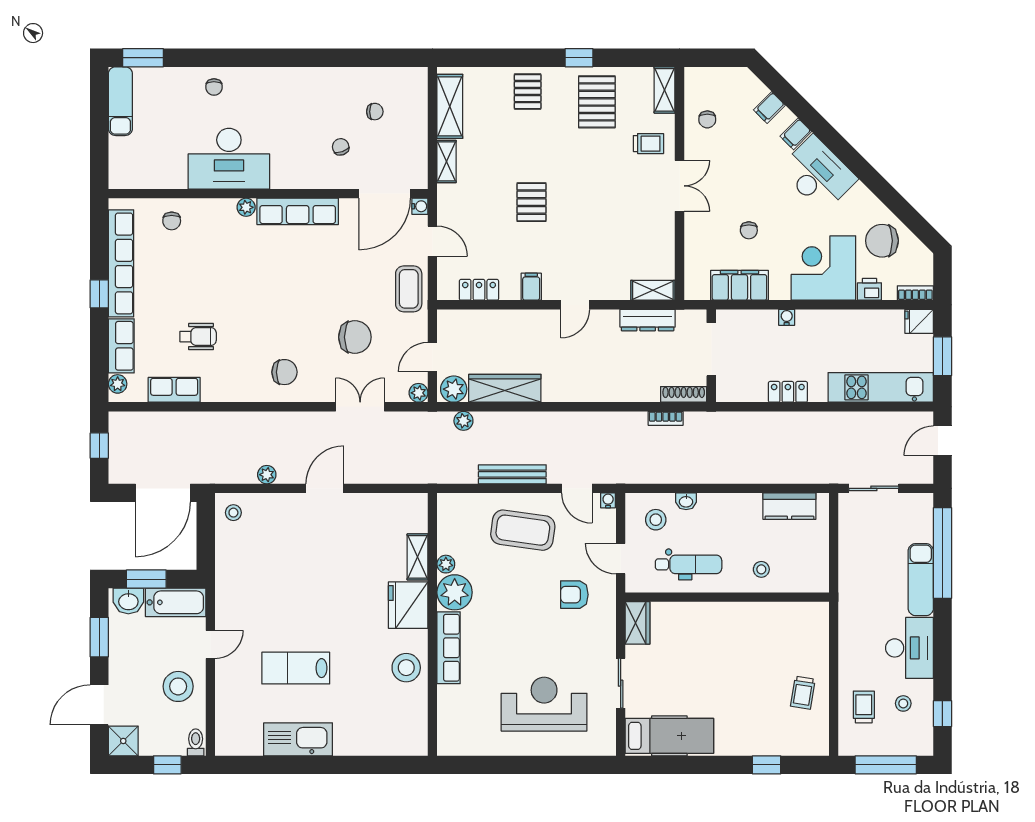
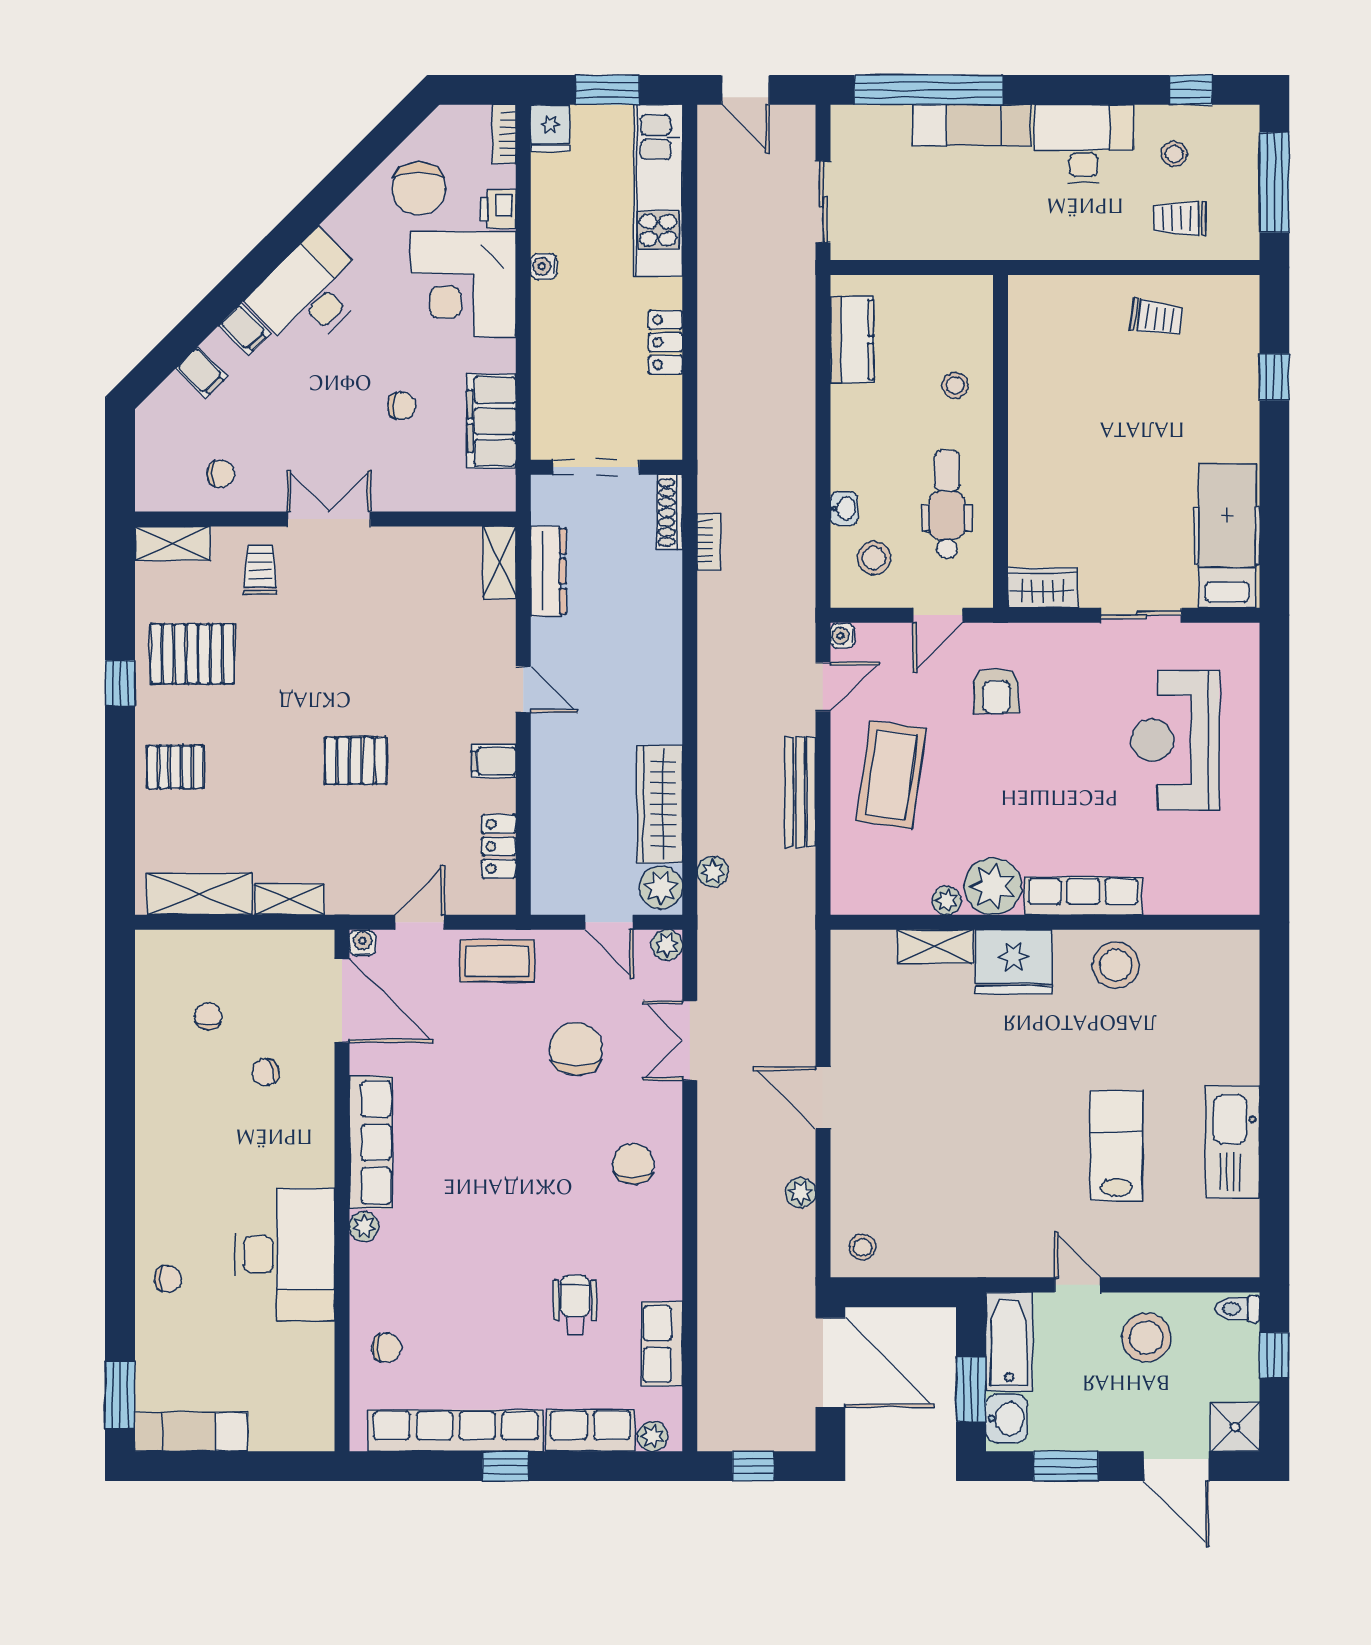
water cooler: (787, 317) -> (544, 266), moved
lab bench: (296, 668) -> (1116, 1145), turned 180

